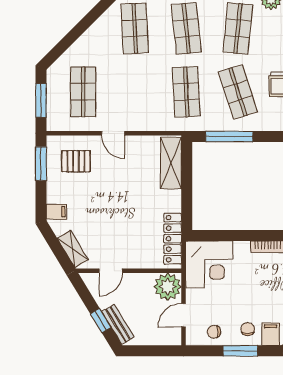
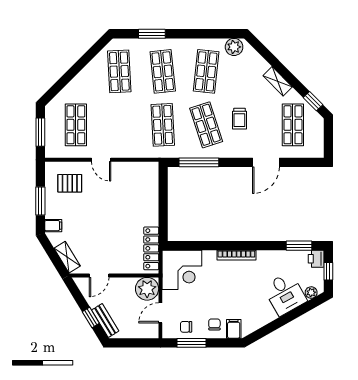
shelving: (171, 163) -> (150, 185), removed
window: (41, 164) -> (40, 201), moved
window: (240, 351) -> (191, 343), moved

